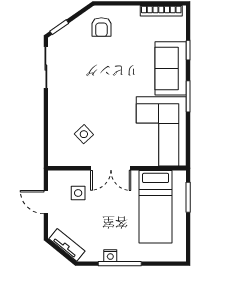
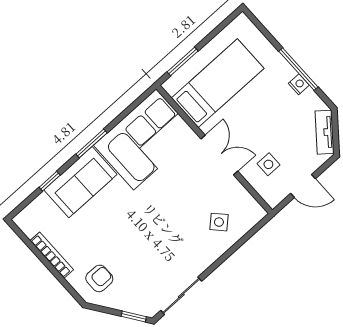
bookcase: (161, 11) -> (52, 255), moved
side table: (84, 134) -> (219, 222), moved
door: (46, 202) -> (303, 186), hinge flipped

